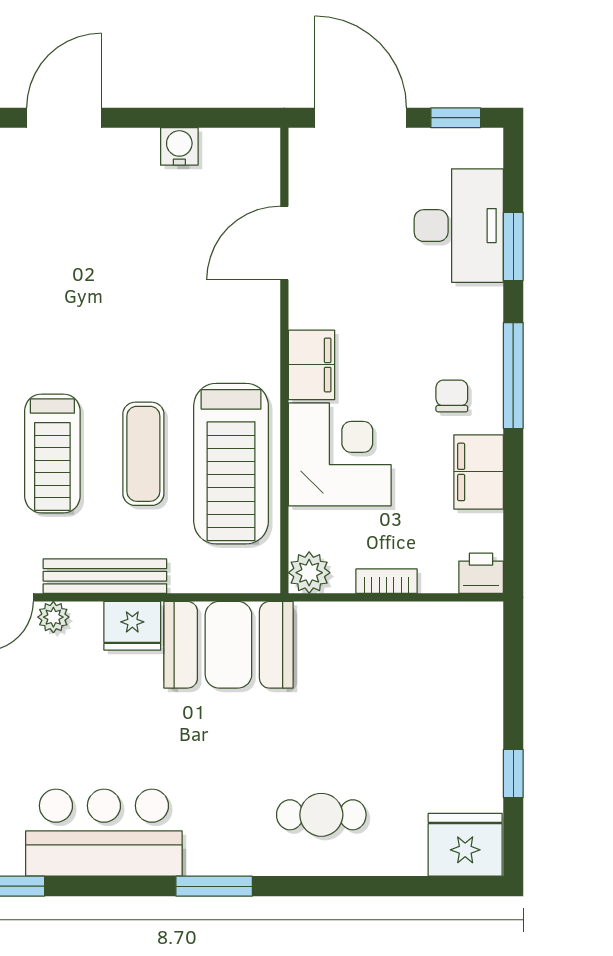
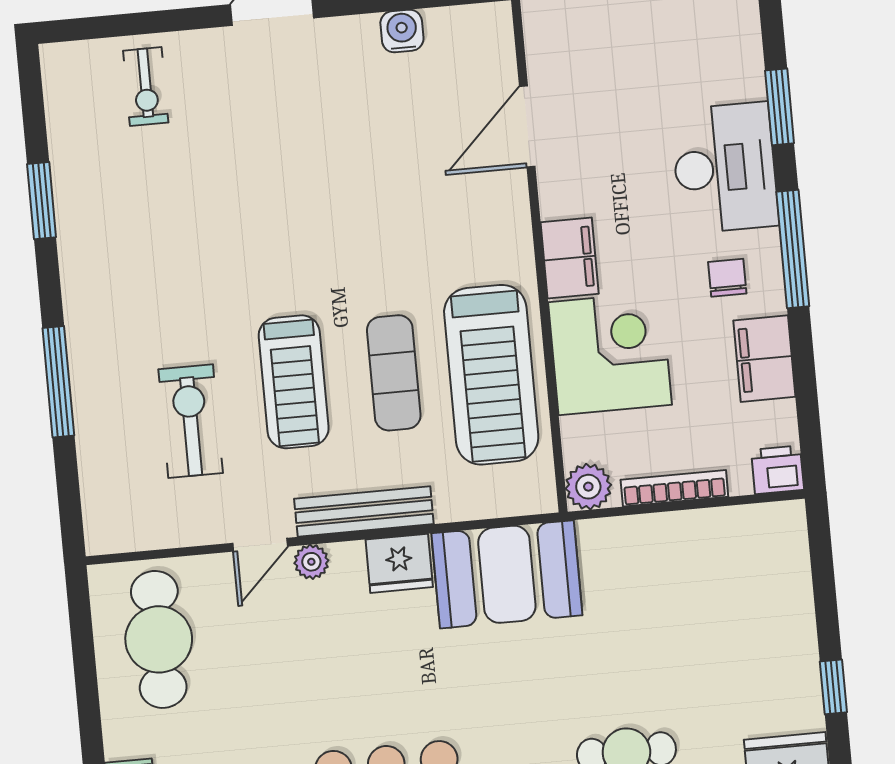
desk: (459, 226) -> (725, 168), moved
bookcase: (387, 581) -> (674, 488), width x1.56

